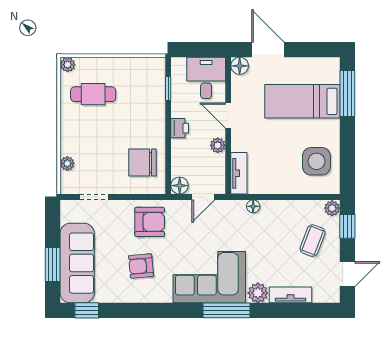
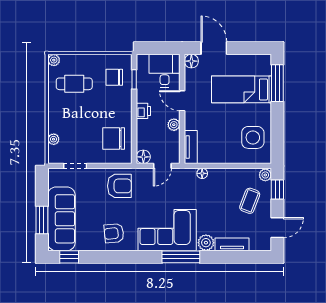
chair: (143, 86) -> (114, 77), added
armchair: (141, 266) -> (114, 233), moved

